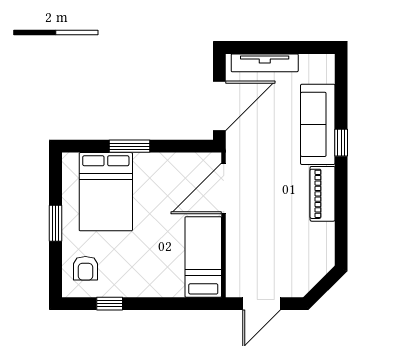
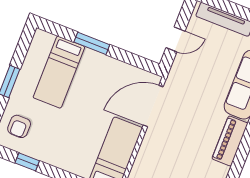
door: (219, 106) -> (175, 39), width x0.53
bed: (106, 192) -> (59, 72), width x0.67

